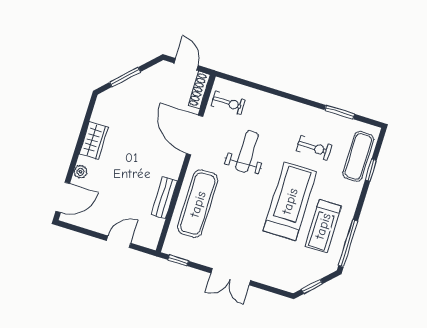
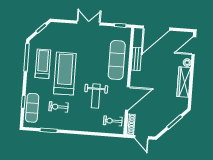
door: (195, 135) -> (128, 98), hinge flipped
wardrobe: (94, 140) -> (184, 82), width x1.50
treadmill: (290, 201) -> (65, 74), turned 180
door: (119, 242) -> (156, 28), width x1.87

